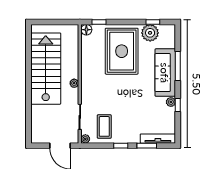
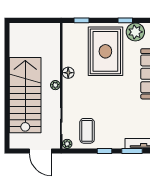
window: (153, 22) -> (125, 20), moved
floor lamp: (86, 30) -> (68, 73), moved
stairs: (46, 69) -> (25, 95), moved

